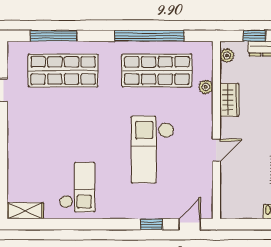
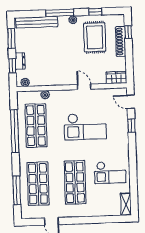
wardrobe: (229, 100) -> (116, 78), moved
shop shelf: (63, 130) -> (75, 182), added
checkout: (77, 187) -> (110, 172), turned 180

